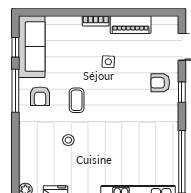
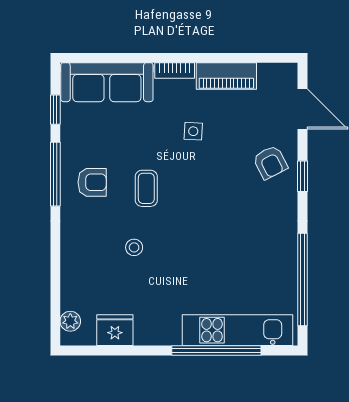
sofa: (32, 47) -> (107, 82), moved, turned 90
armchair: (160, 83) -> (270, 162), turned -117
armchair: (40, 96) -> (92, 182), turned -90

